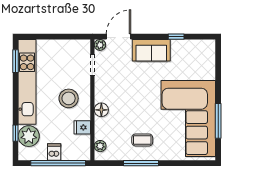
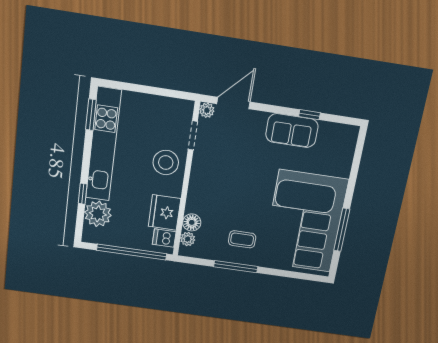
sofa: (151, 50) -> (292, 131), moved
stool: (69, 98) -> (166, 163), moved
floor lamp: (101, 110) -> (192, 222), moved
fridge: (82, 127) -> (165, 212), width x1.88, depth x1.34
window: (16, 133) -> (83, 194), moved
dishwasher: (54, 152) -> (164, 238), moved, turned -90

